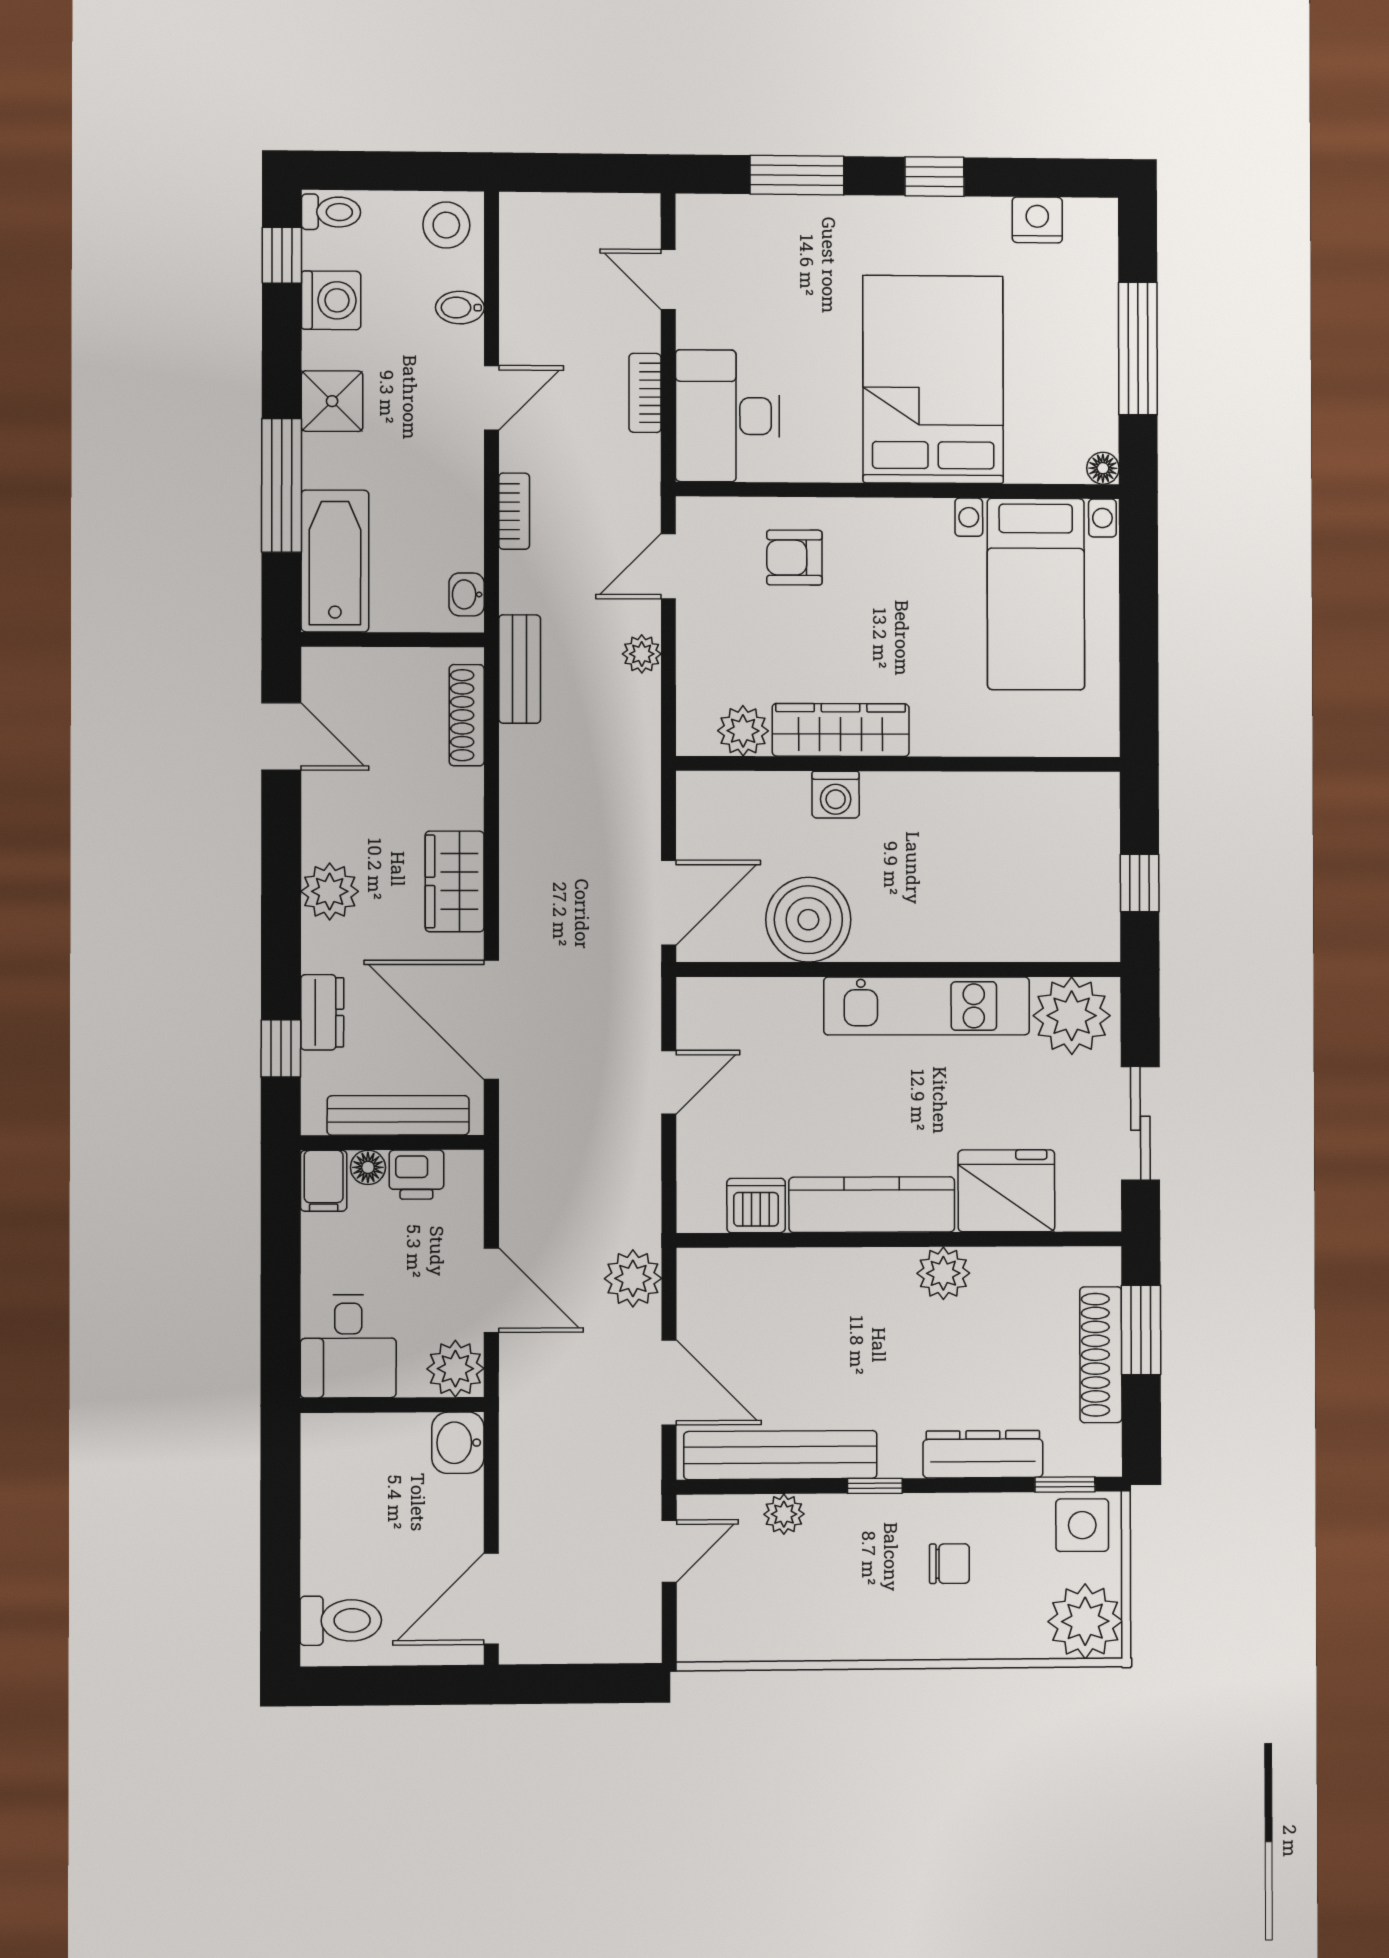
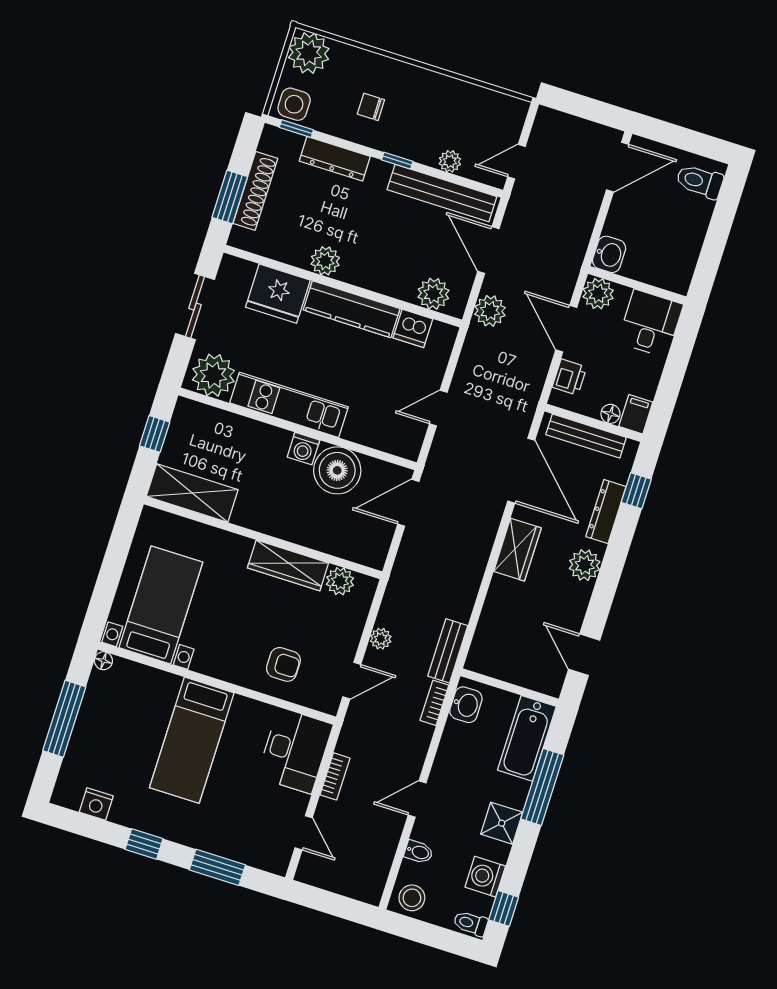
bed: (933, 379) -> (192, 740), width x0.67
bookcase: (514, 511) -> (434, 703), moved
washbasin: (467, 594) -> (466, 705), width x1.38, depth x1.45
shoe rack: (467, 715) -> (483, 635), removed
washing machine: (836, 795) -> (303, 449), moved, turned 180
shelving: (1044, 802) -> (192, 493), added
dresser: (322, 1012) -> (606, 512), width x1.44
printer: (416, 1175) -> (569, 377), moved, turned 90
plant: (740, 1277) -> (433, 294), added

